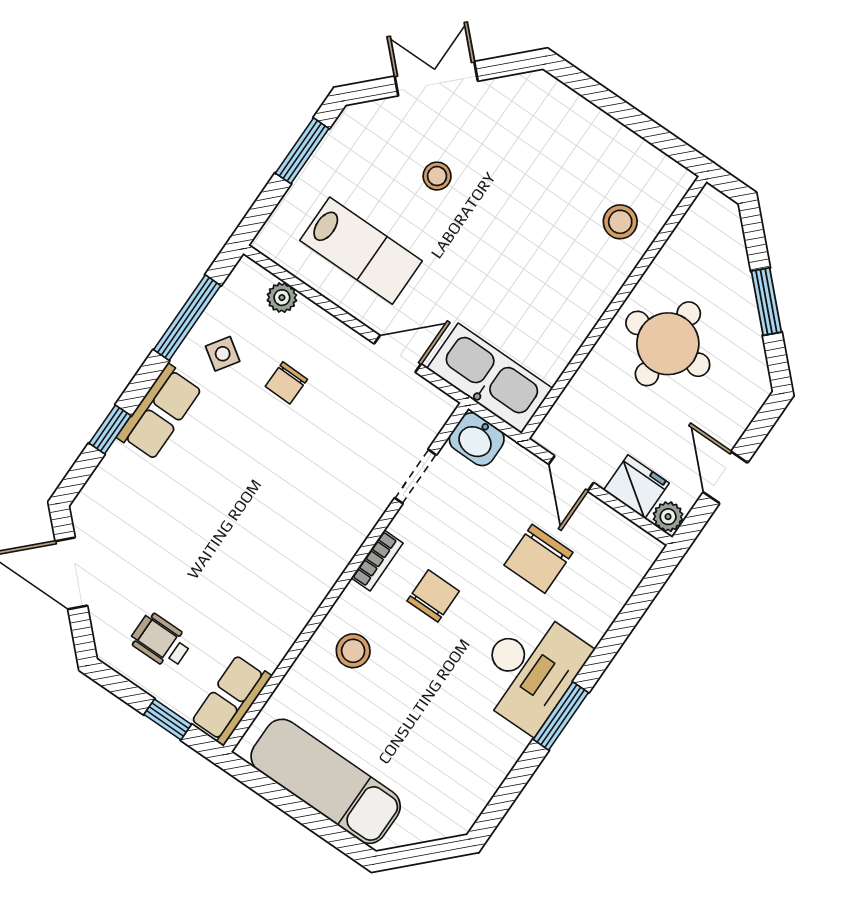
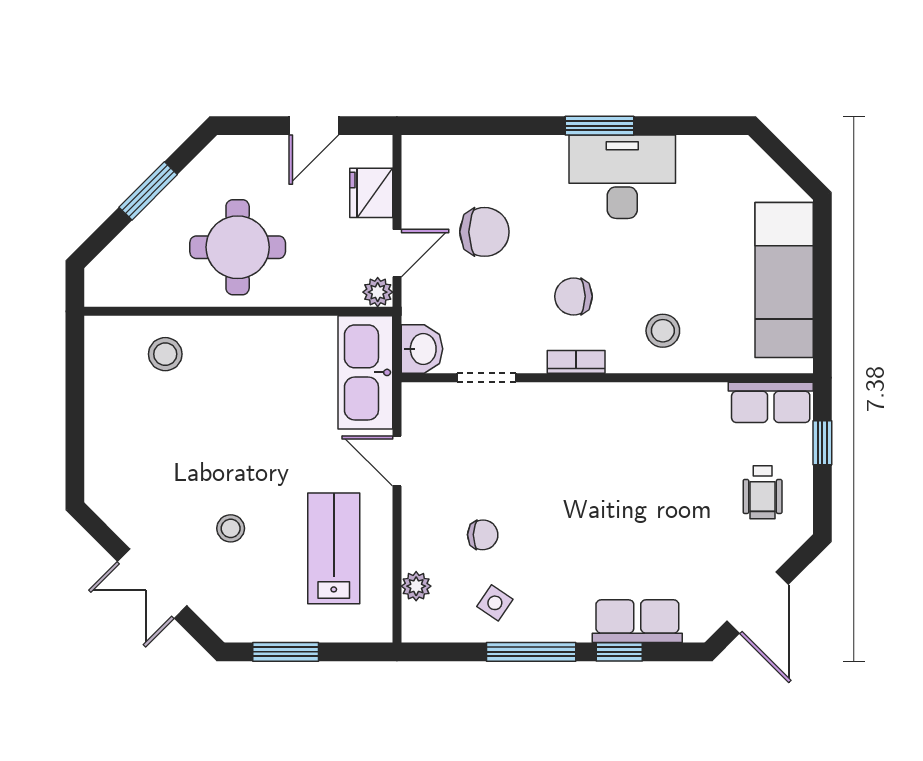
window: (187, 318) -> (531, 652), moved
row of seats: (160, 412) -> (637, 621), moved
plant: (668, 517) -> (378, 292), moved
desk: (530, 670) -> (622, 177), moved

